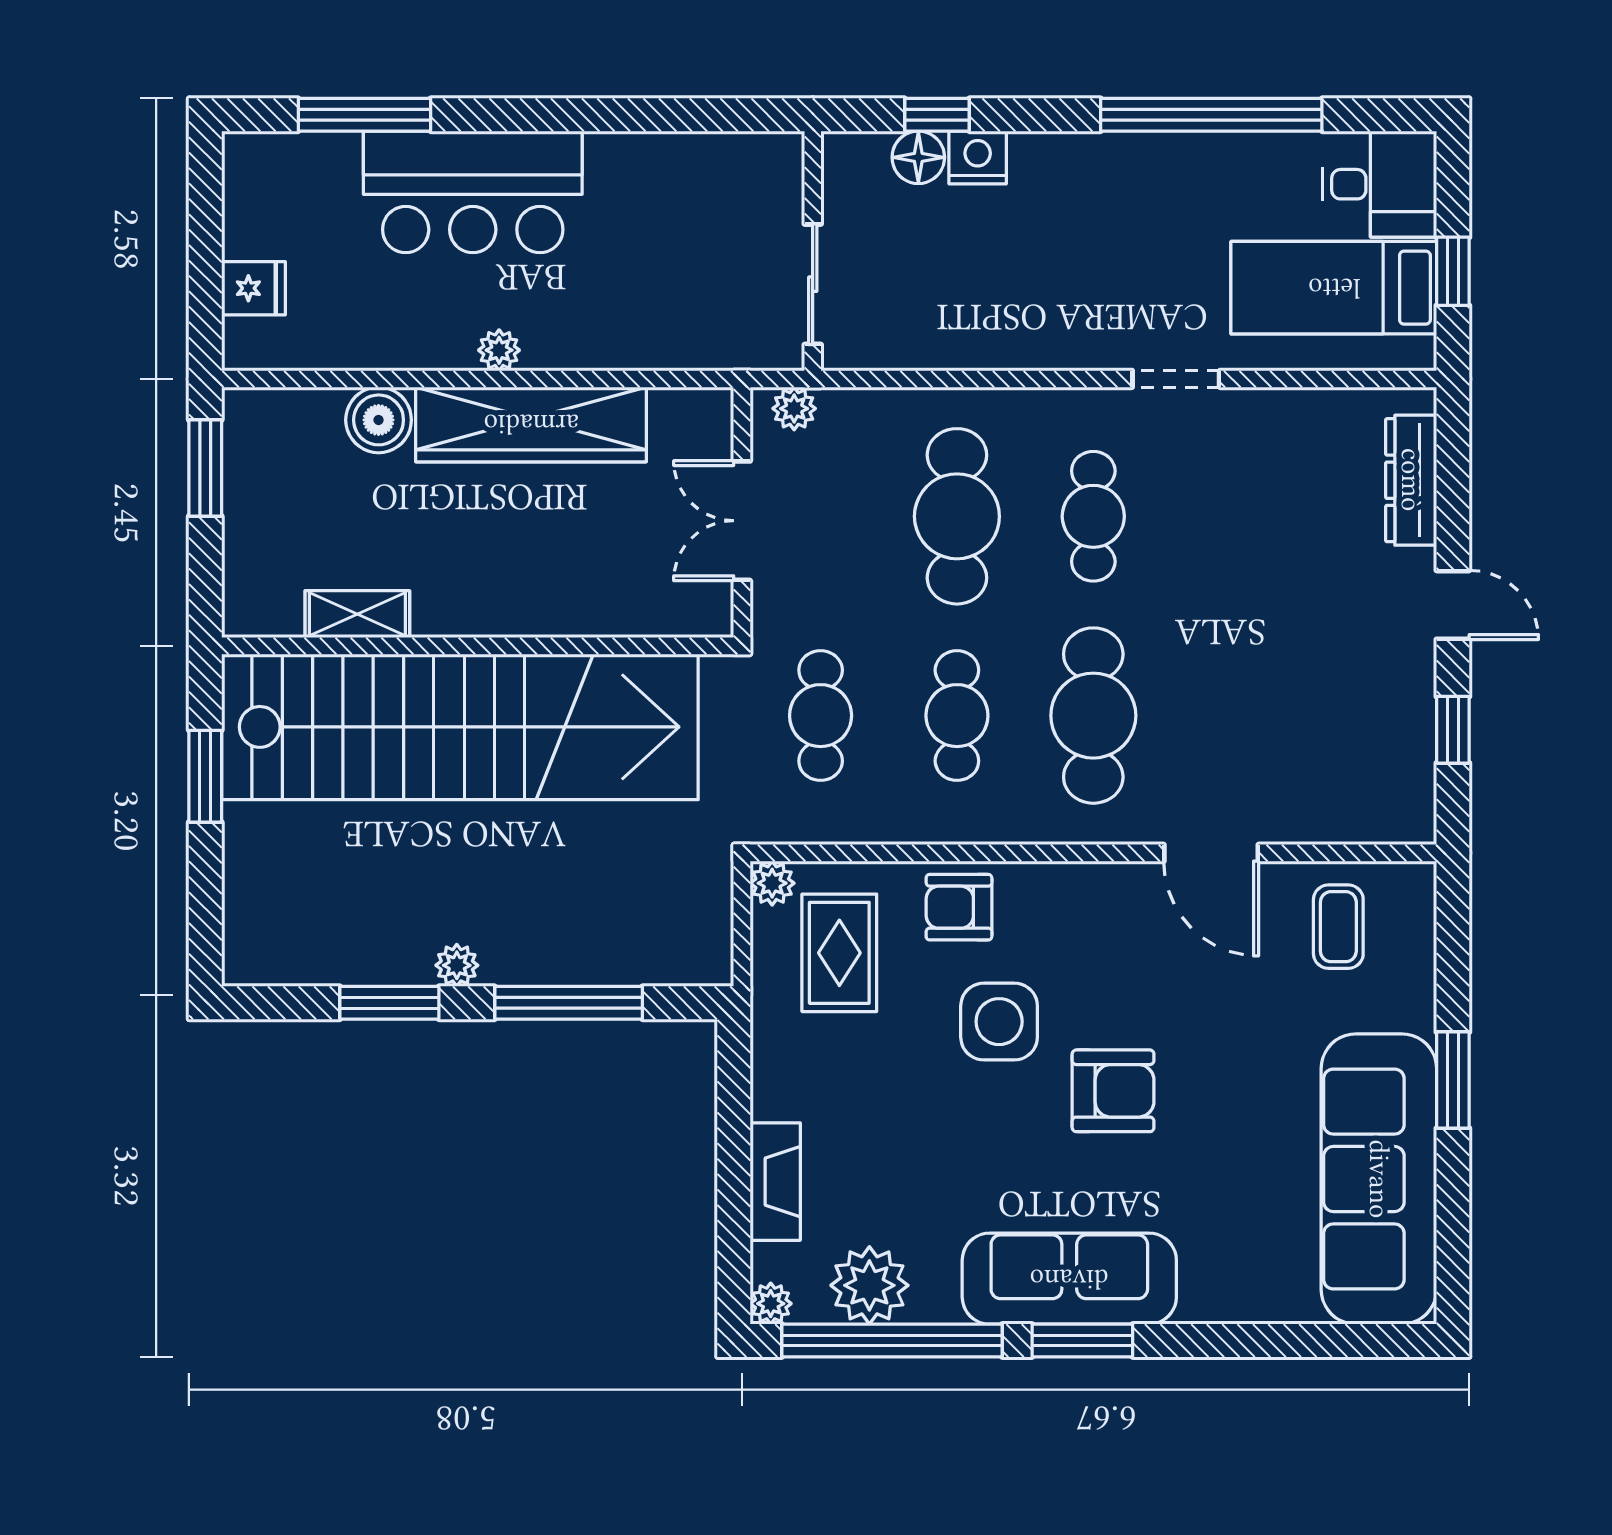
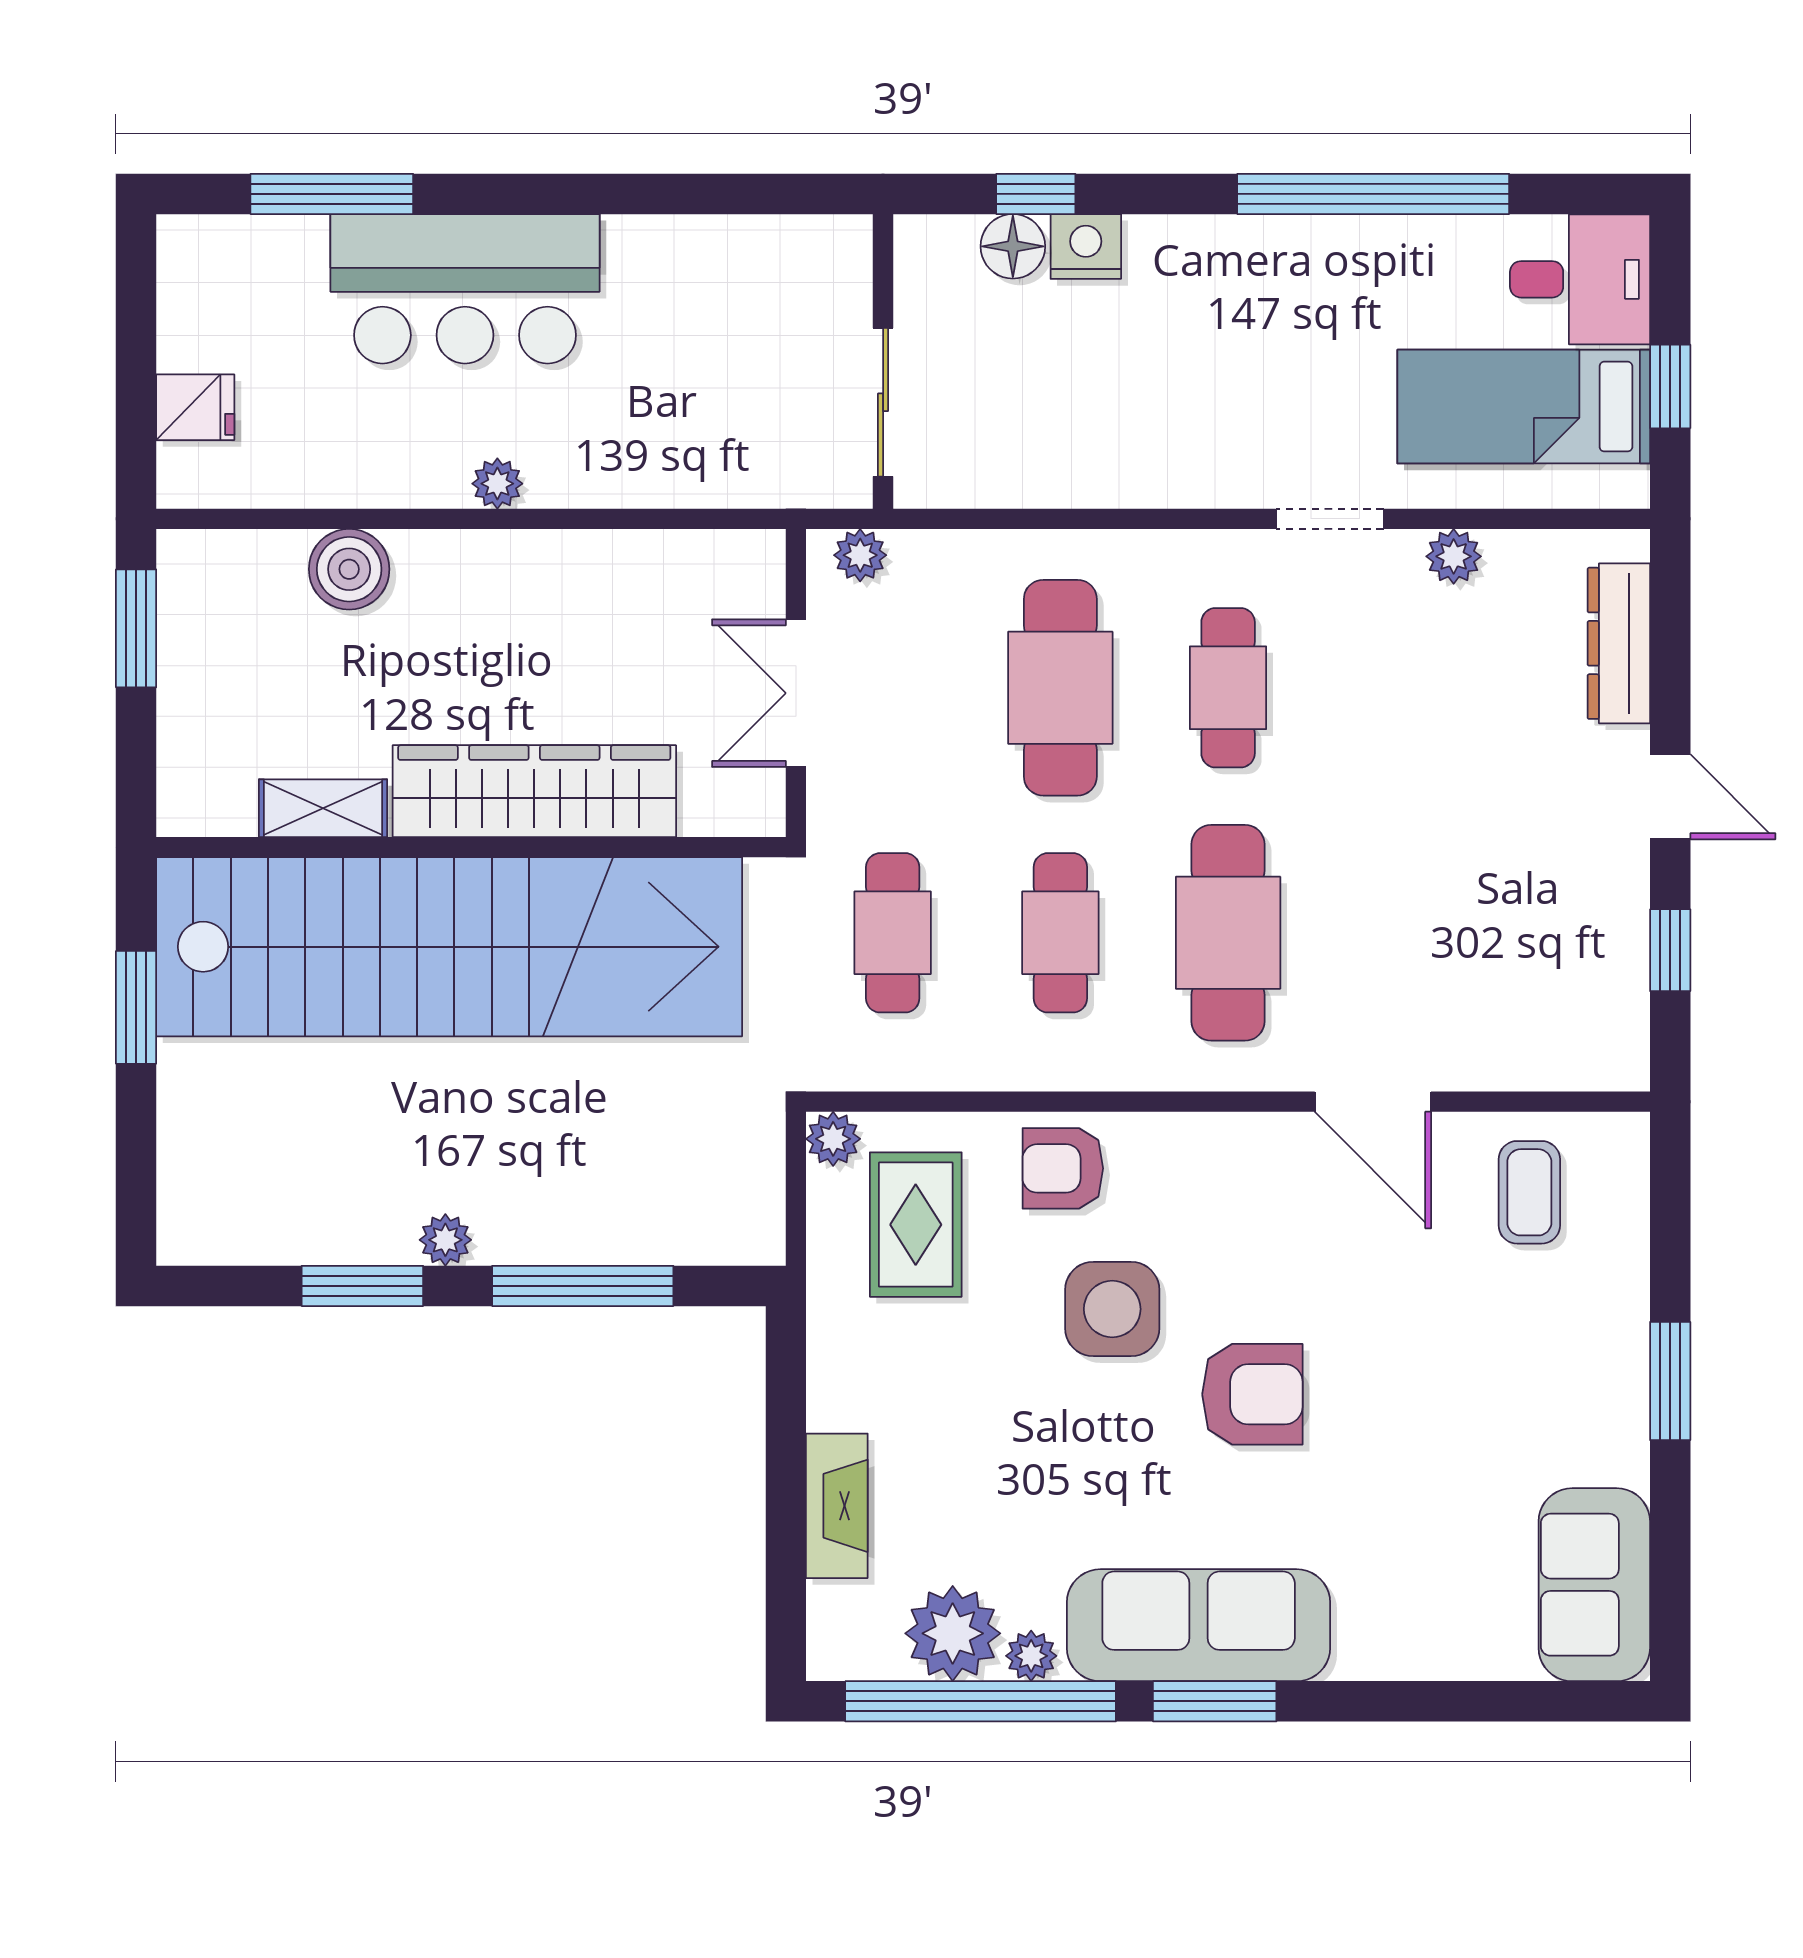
plant: (1277, 410) -> (1454, 556), added
wardrobe: (531, 424) -> (534, 791), moved, turned 180
sofa: (1379, 1179) -> (1594, 1585), width x0.54, depth x0.79
plant: (771, 1304) -> (1031, 1656), moved

